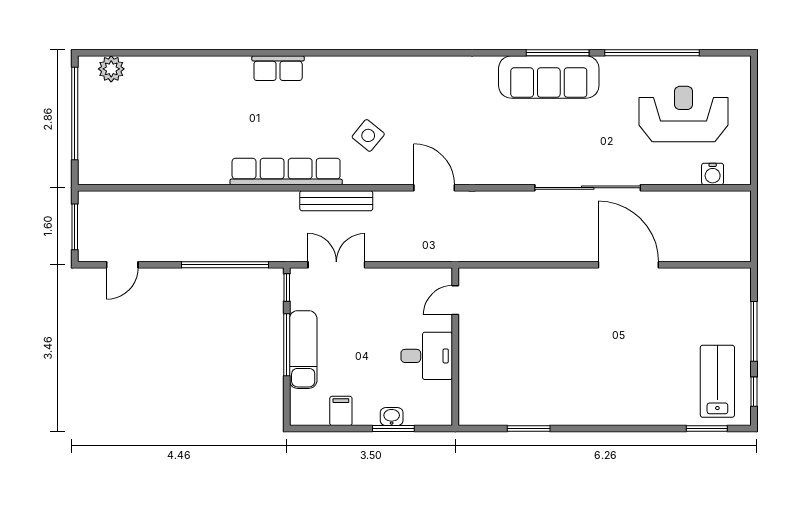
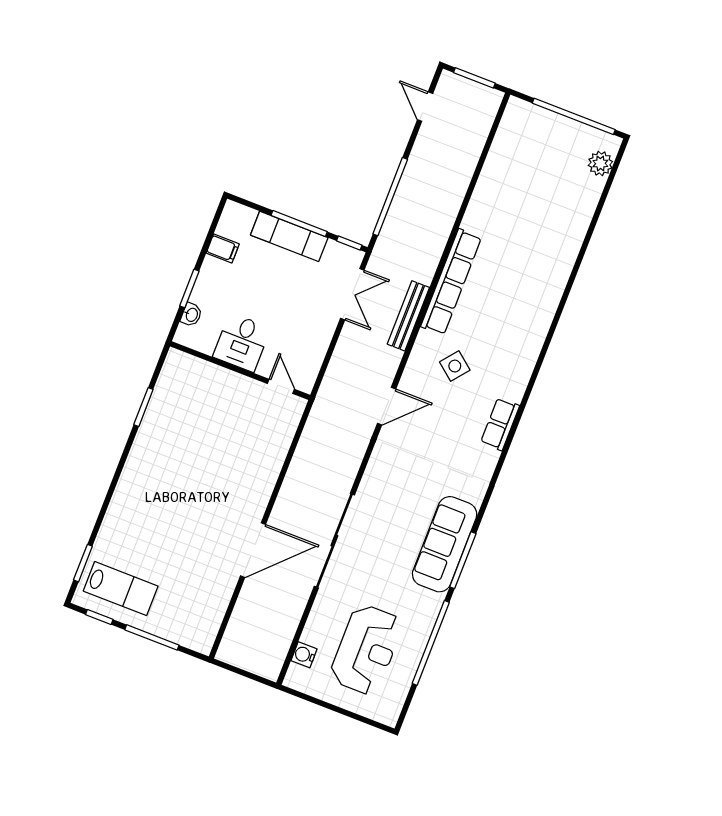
row of seats: (278, 68) -> (500, 424), moved
washbasin: (392, 417) -> (191, 315), moved

